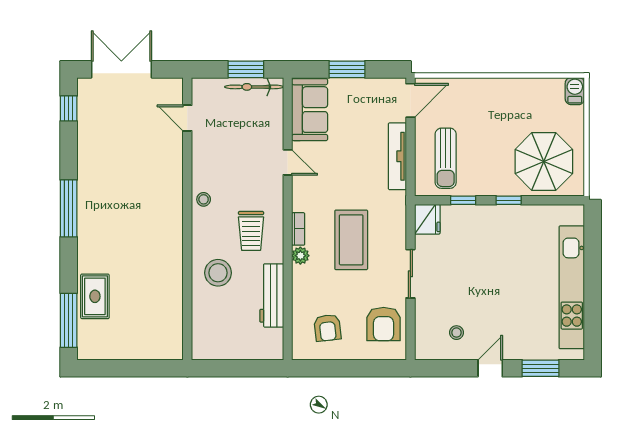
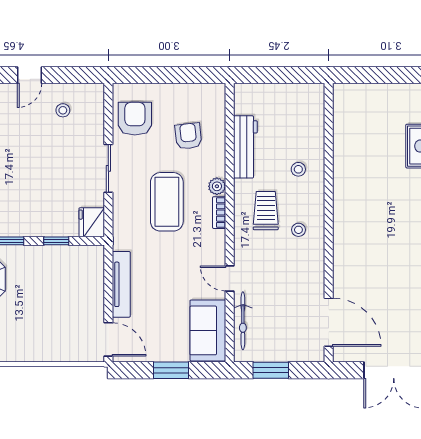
bicycle: (254, 87) -> (243, 321), moved, turned 90
door: (410, 100) -> (108, 339), swing flipped
door: (187, 118) -> (329, 322), width x1.87
sun lounger: (446, 158) -> (74, 282), removed
stool: (204, 199) -> (298, 230), moved
stool: (218, 273) -> (298, 169), width x0.53, depth x0.53
armchair: (327, 328) -> (188, 136), moved

